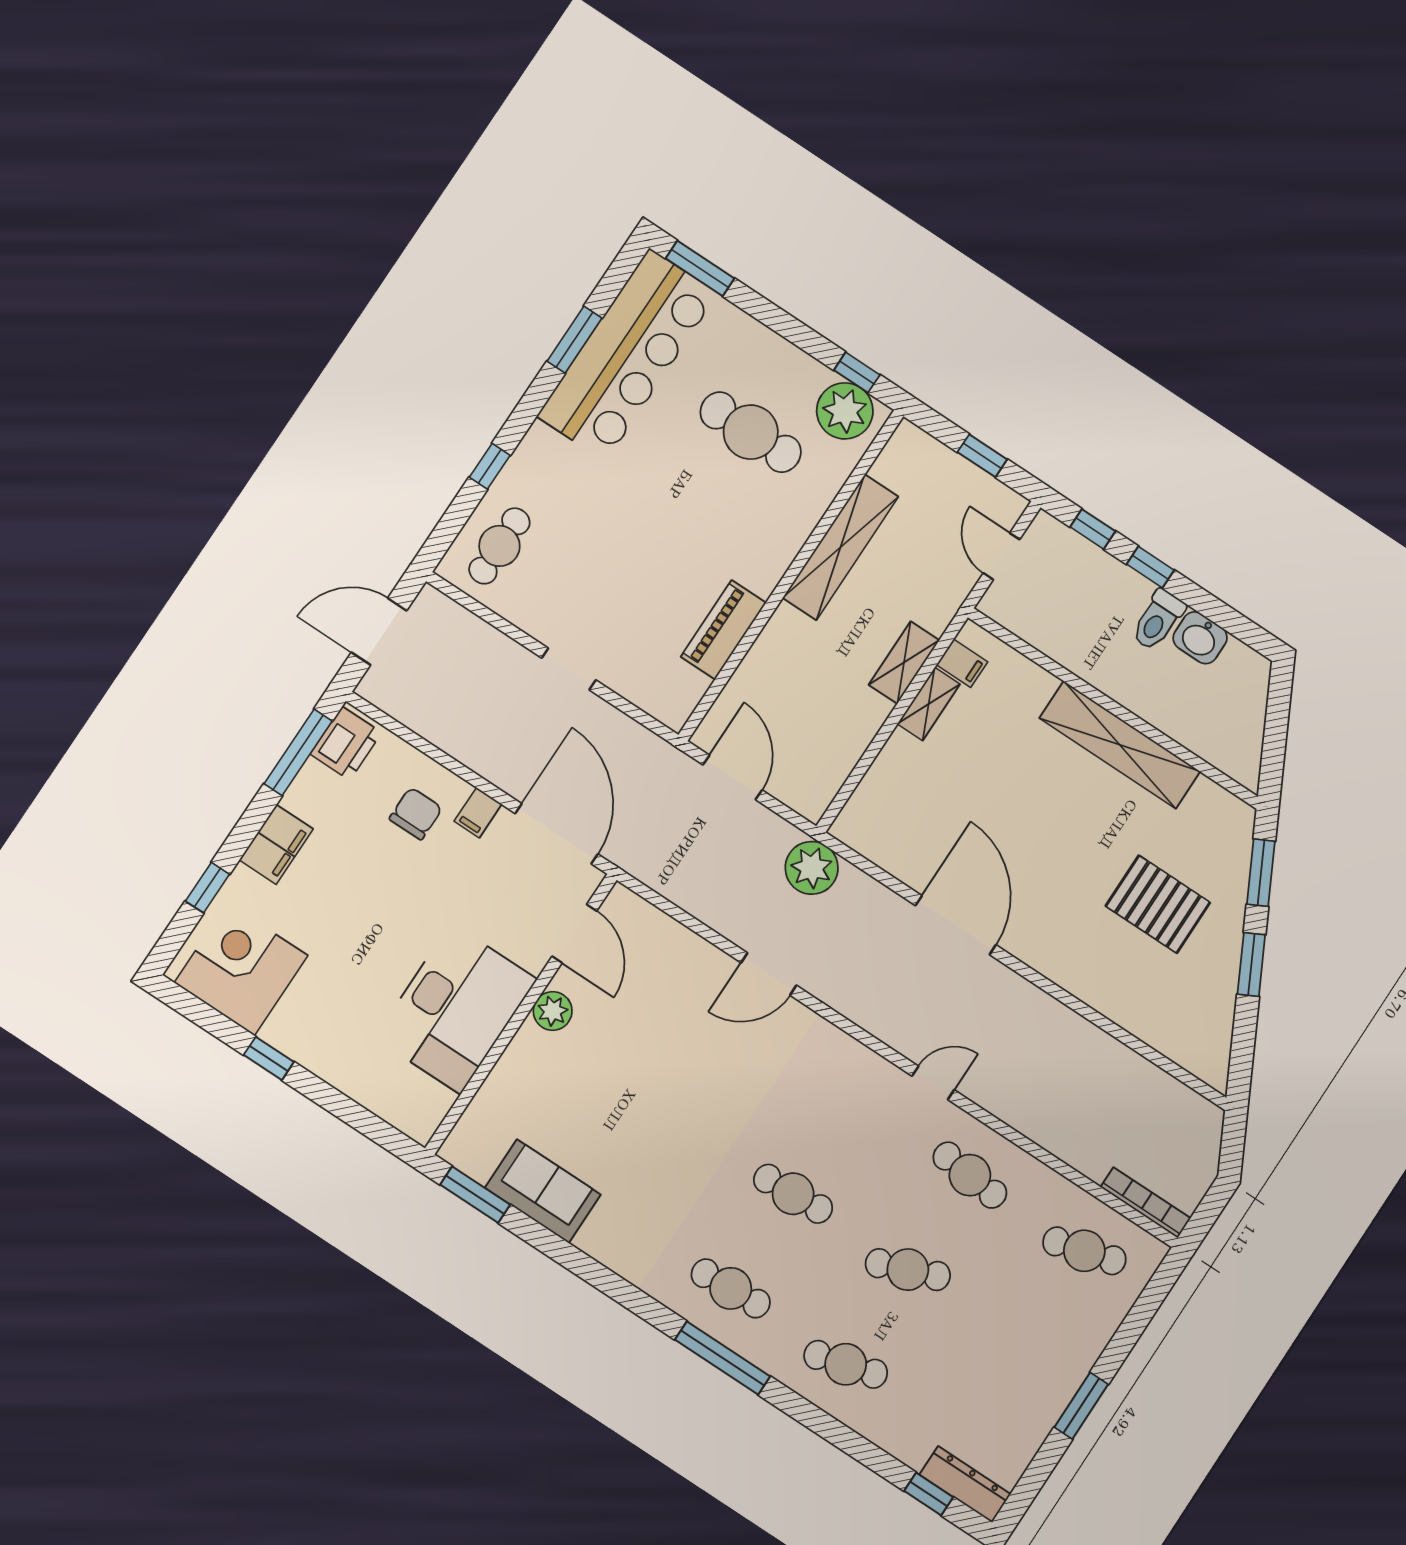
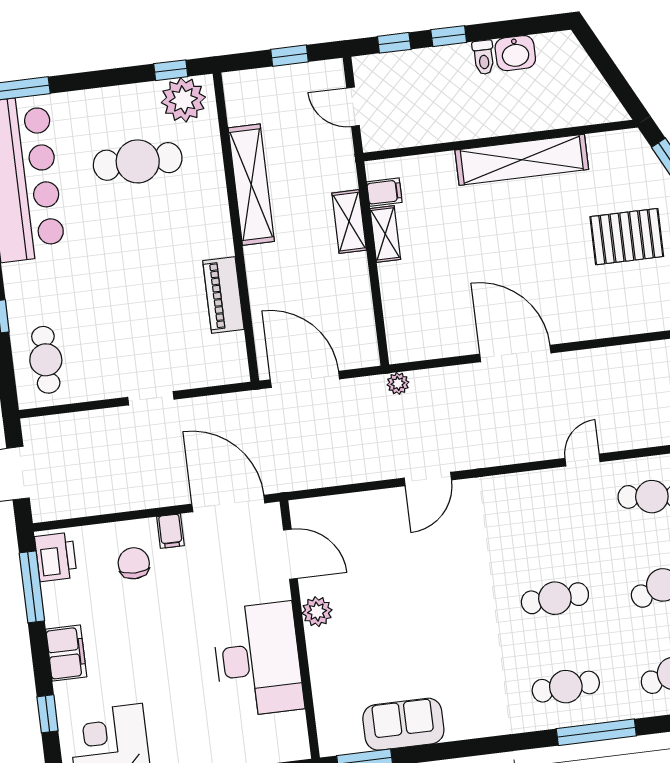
toilet: (1158, 620) -> (484, 57), width x0.73, depth x0.72
door: (732, 777) -> (305, 379), width x1.36
plant: (812, 868) -> (398, 383), width x0.53, depth x0.53

